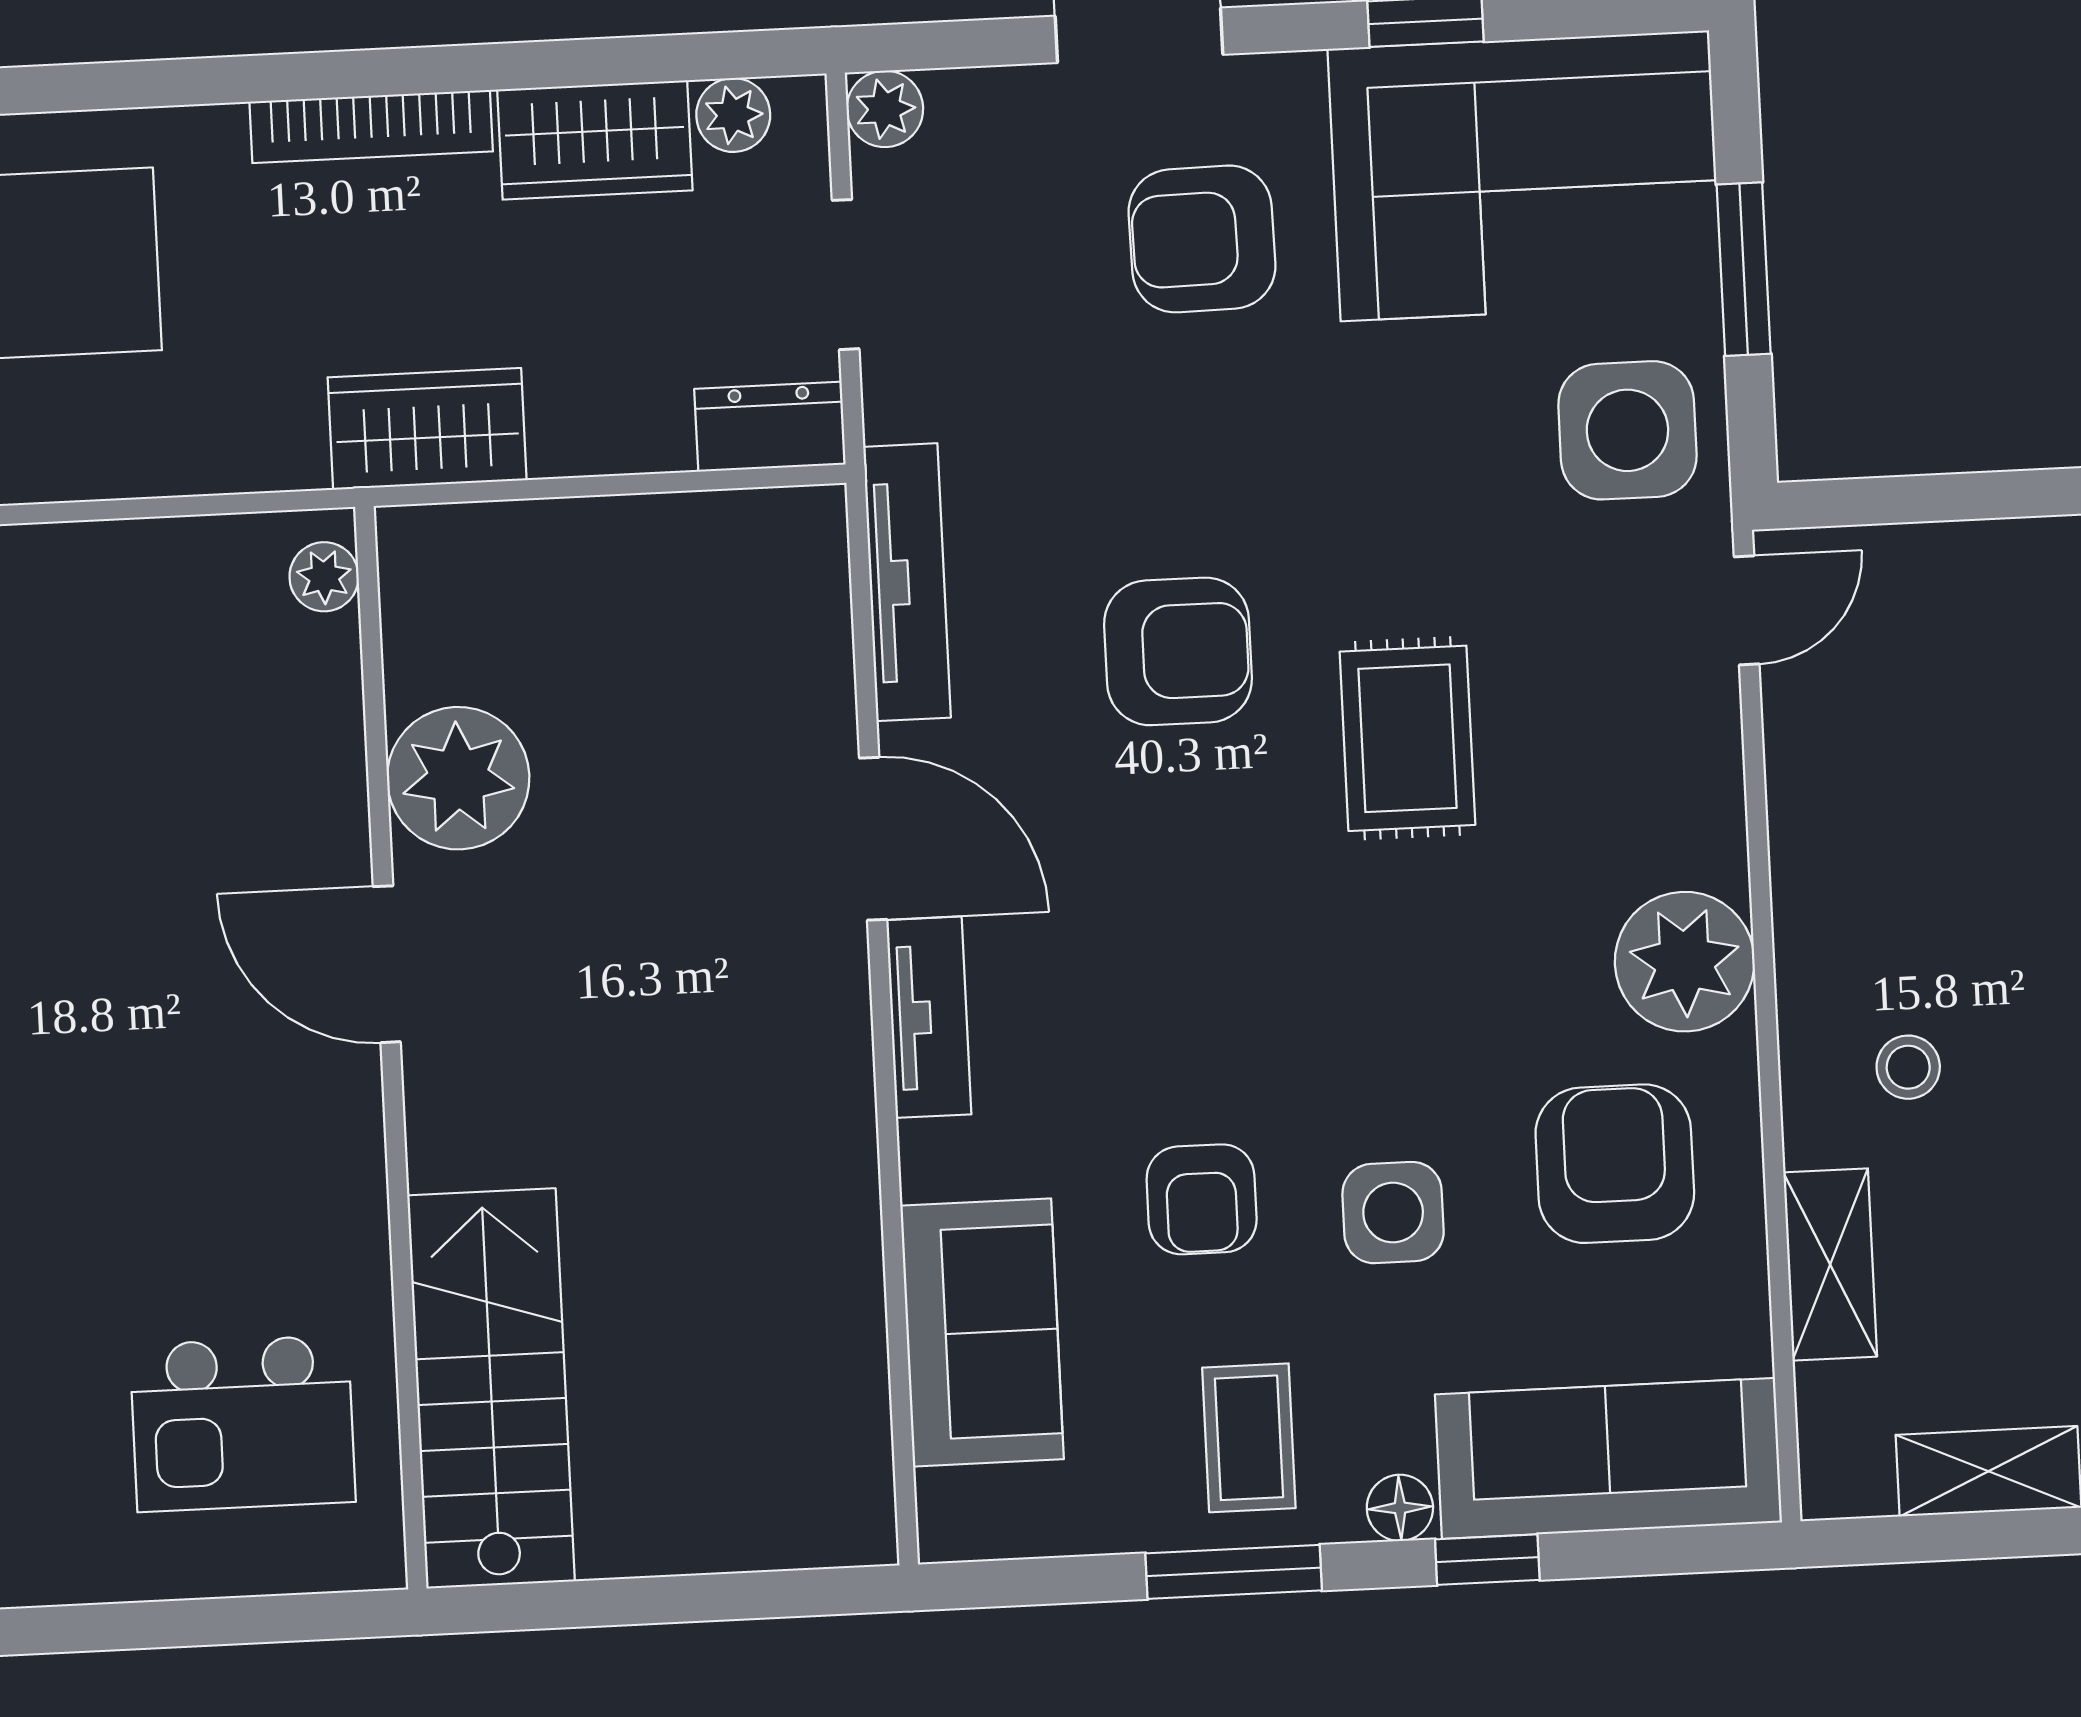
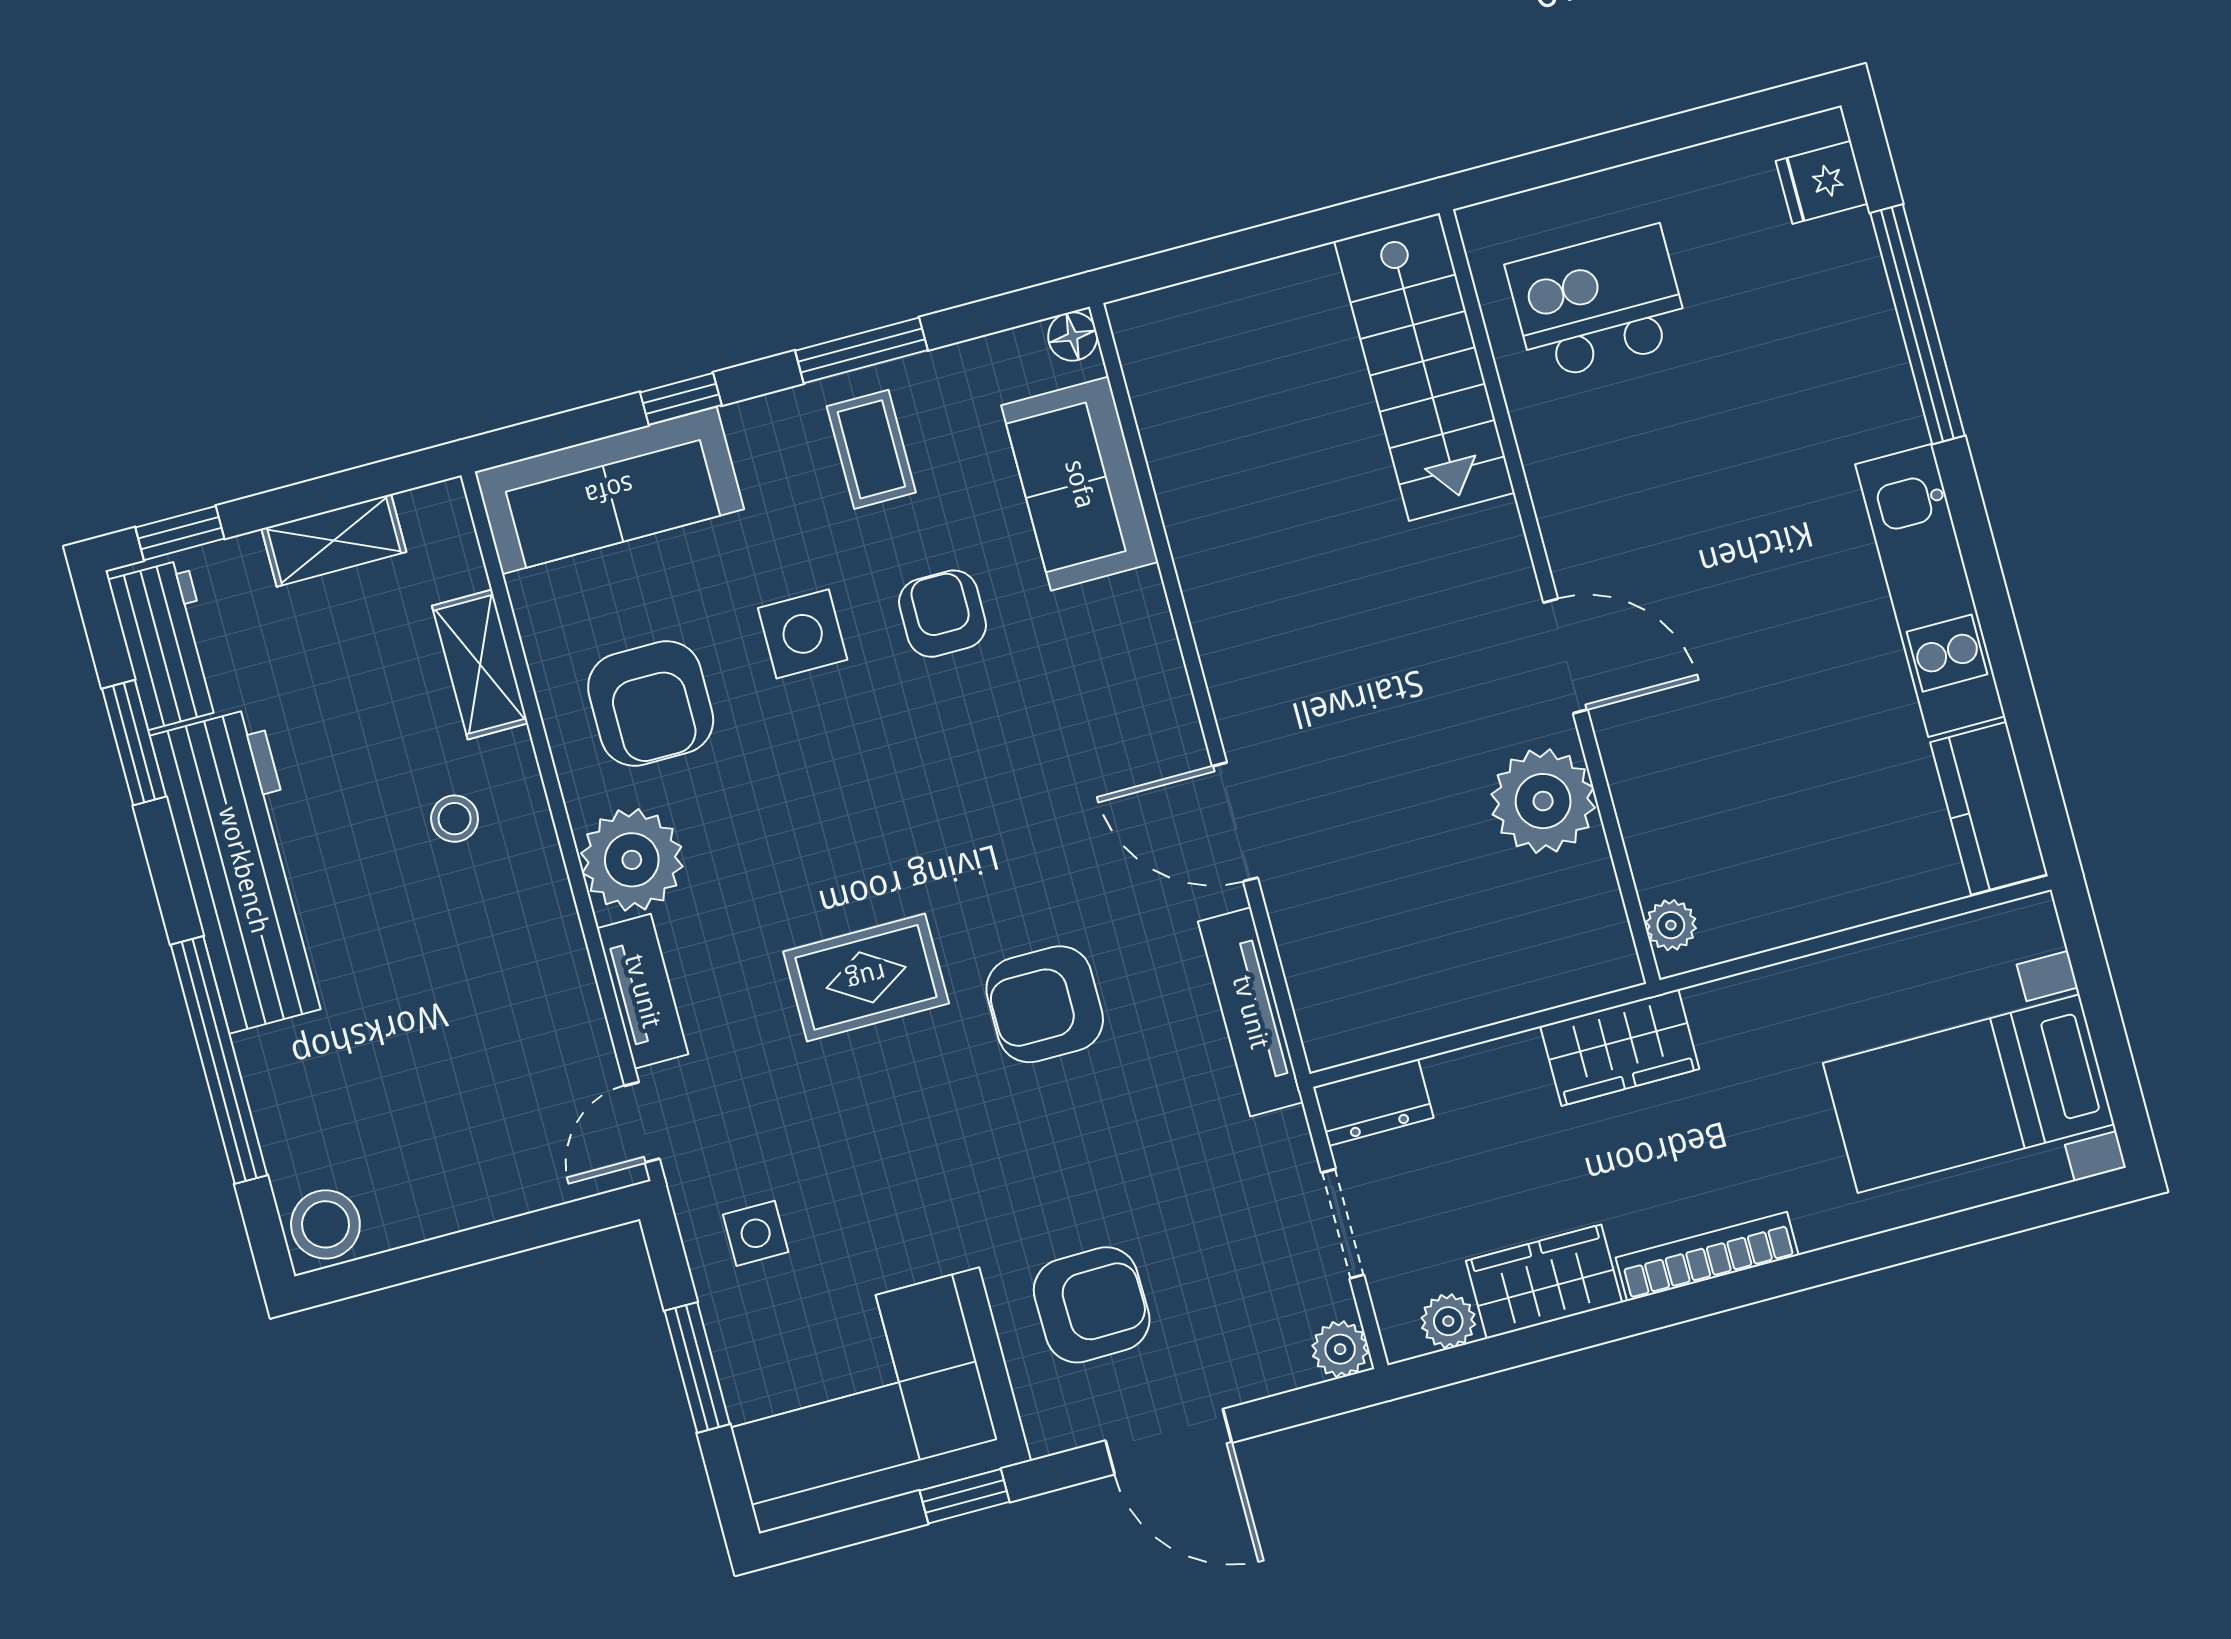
side table: (1627, 430) -> (756, 1233), width x0.54, depth x0.54
rug: (1407, 738) -> (866, 977), turned 90
tv unit: (929, 1017) -> (643, 991), moved, turned 180
floor lamp: (1400, 1508) -> (1073, 336), moved

